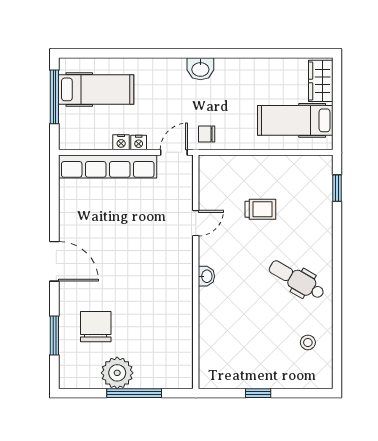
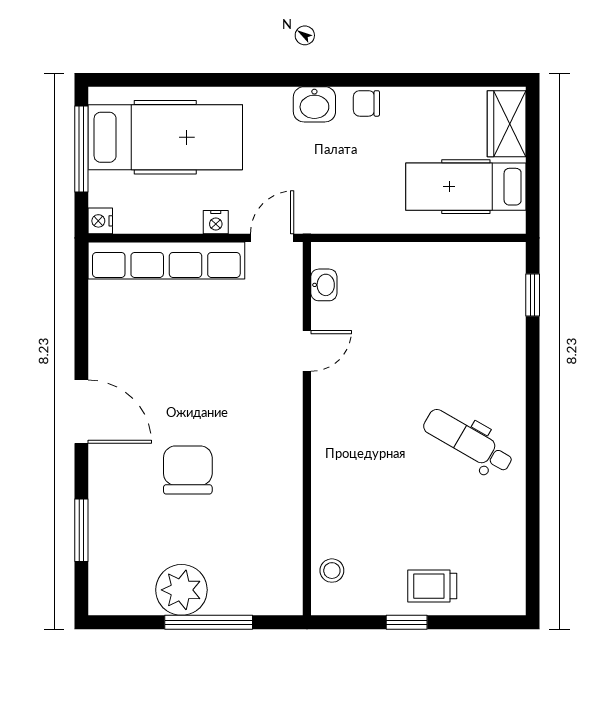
hospital bed: (96, 89) -> (165, 137), width x1.37, depth x1.29
chair: (207, 134) -> (366, 103), moved
nightstand: (121, 142) -> (100, 221), moved, turned 90
trolley: (260, 209) -> (432, 586), moved, turned 180
washbasin: (206, 276) -> (324, 285), moved
chair: (96, 327) -> (188, 470), moved
stool: (308, 342) -> (332, 571), moved

